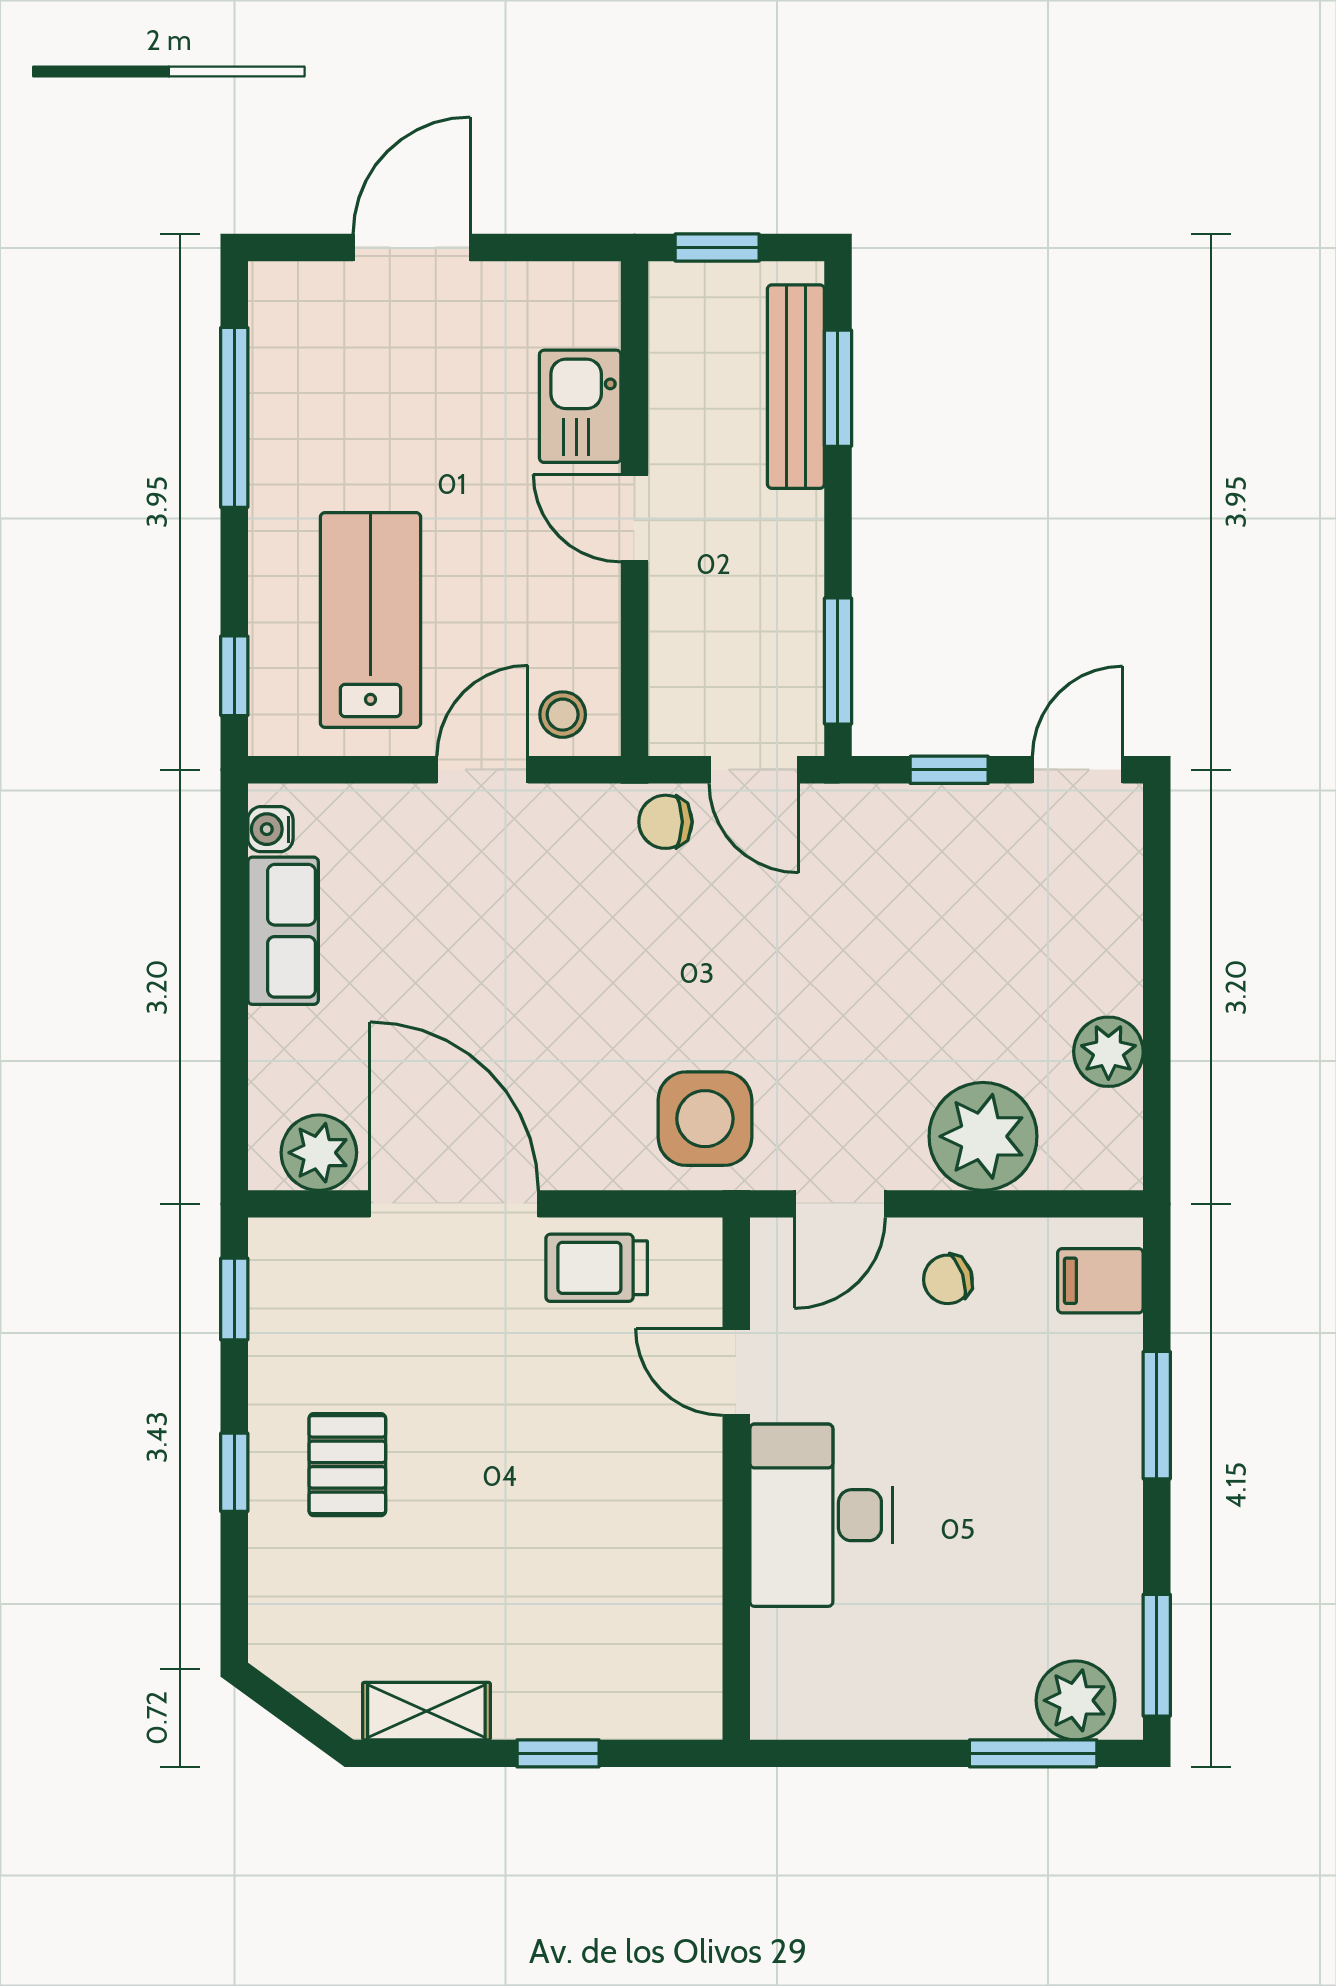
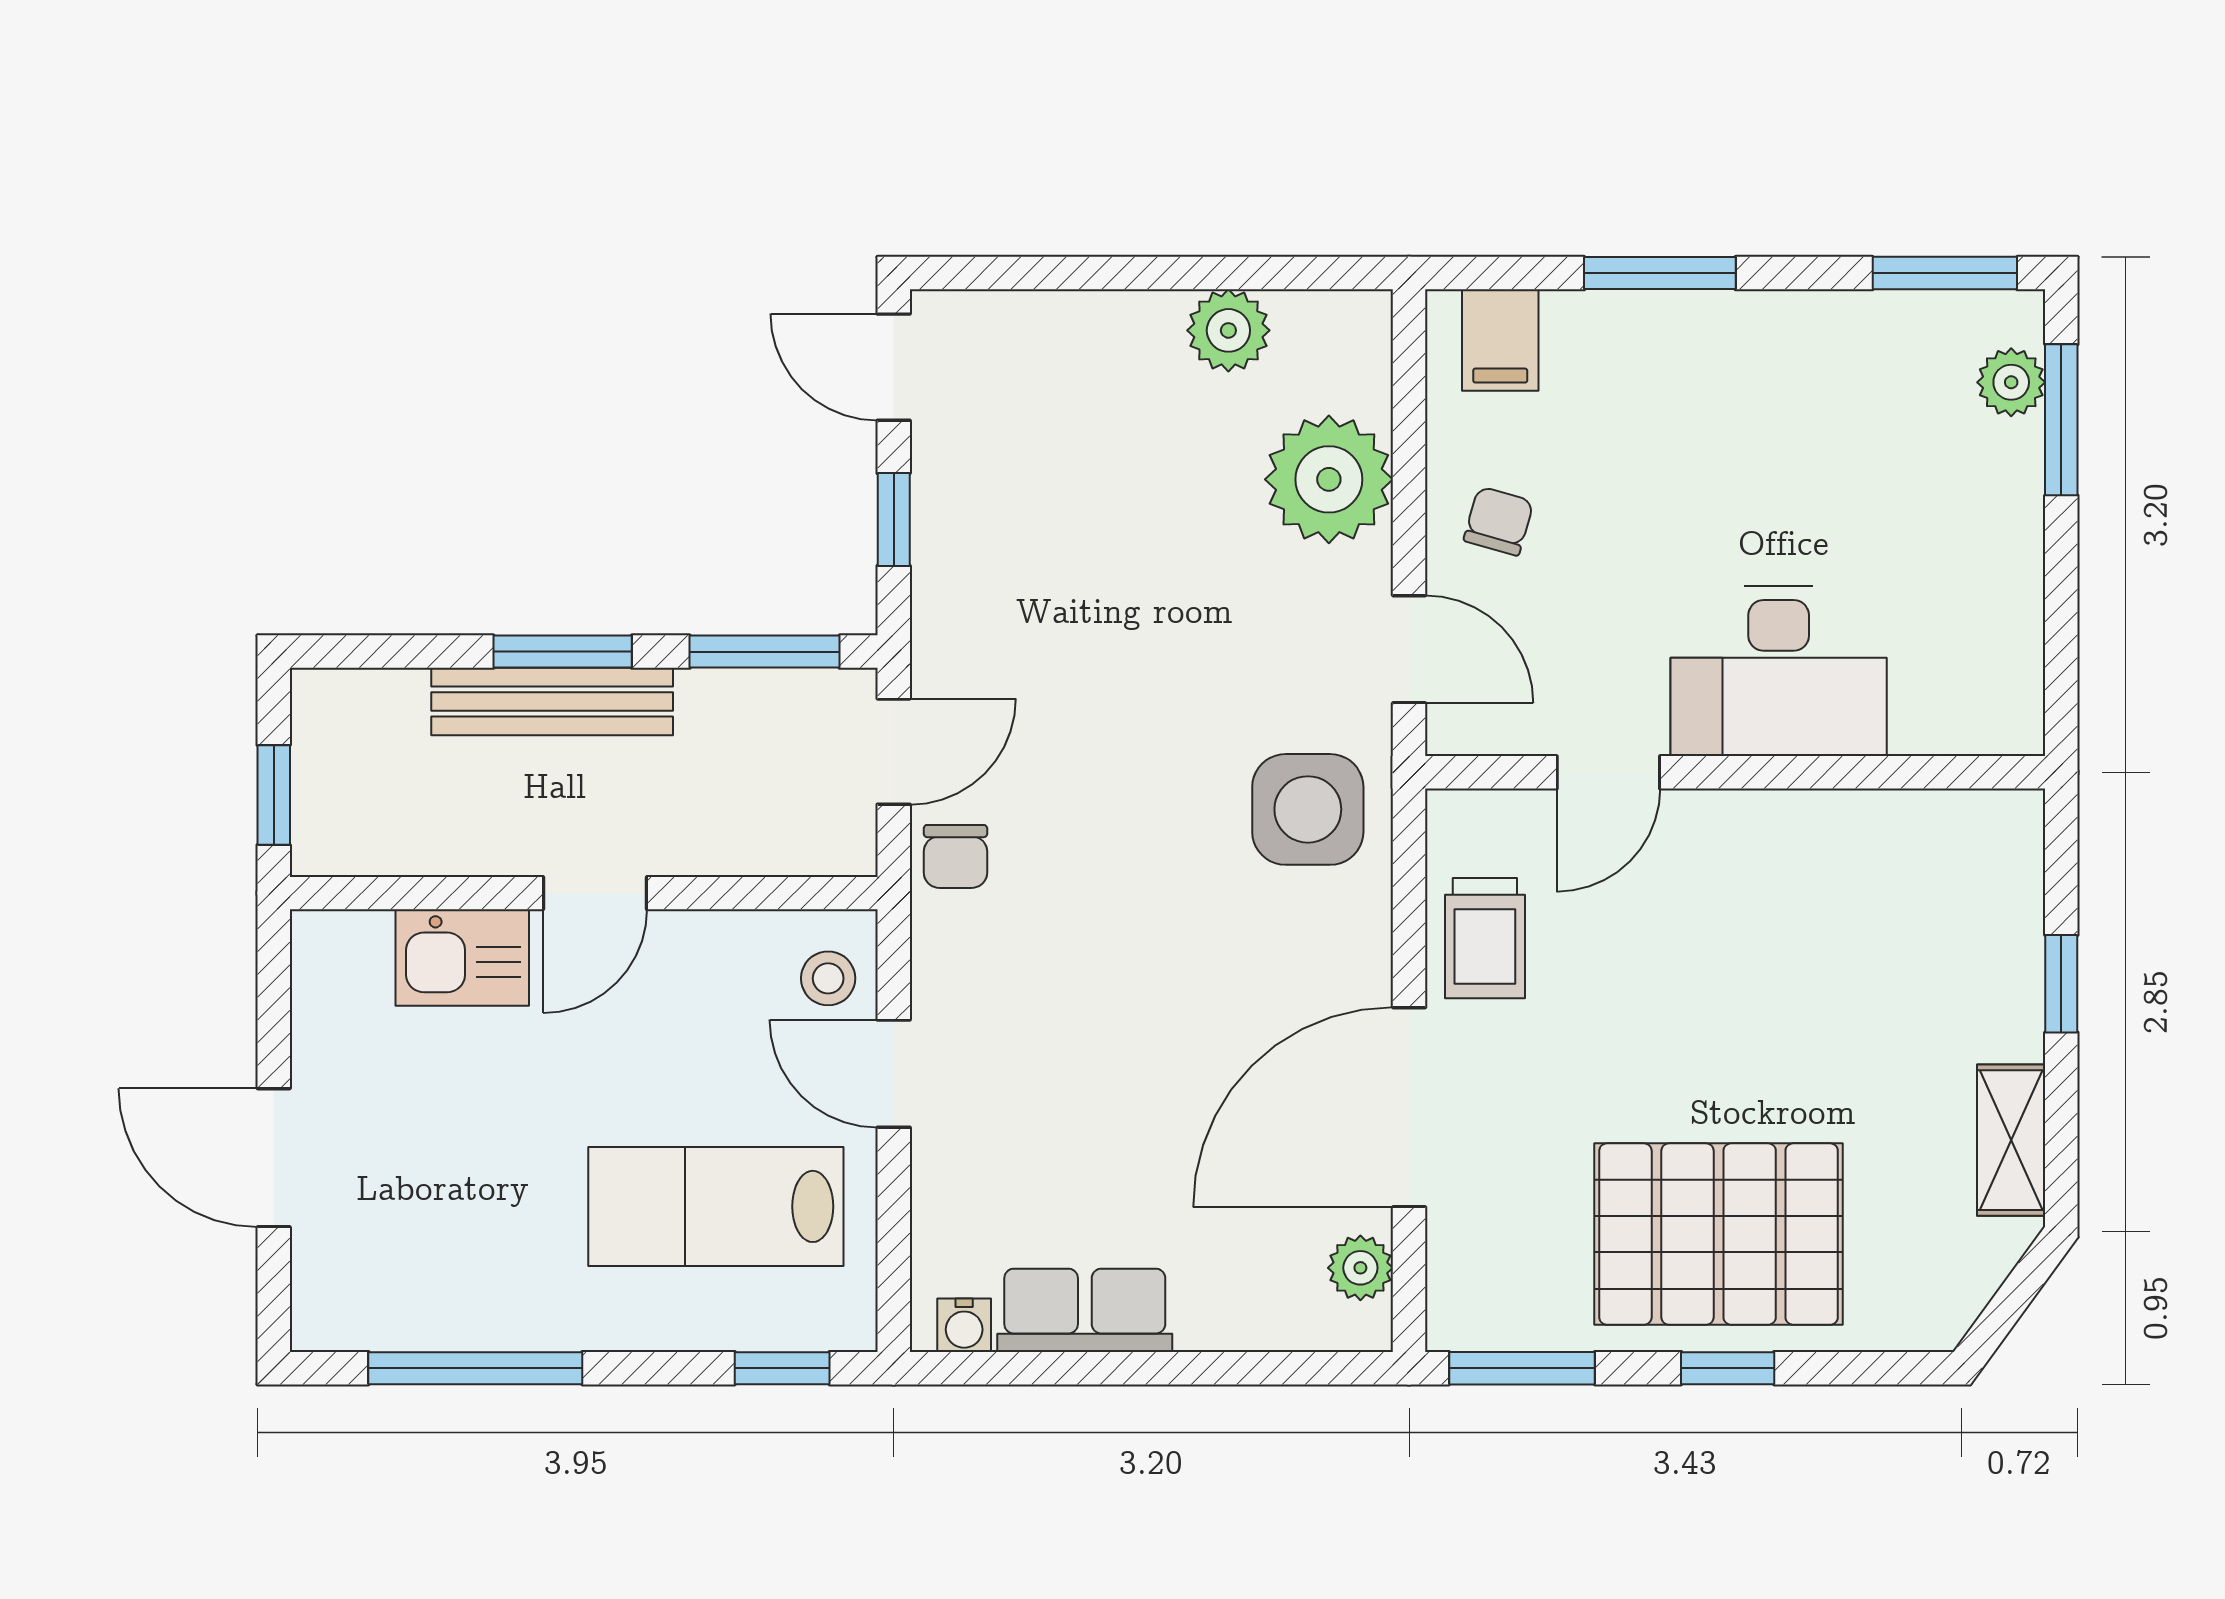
bench: (796, 387) -> (552, 701), moved
window: (838, 388) -> (563, 652), moved
plant: (319, 1153) -> (1360, 1268), width x0.73, depth x0.73
chair: (948, 1279) -> (1499, 521), turned -145
window: (234, 1299) -> (1522, 1368), width x1.50
pallet: (347, 1465) -> (1719, 1234), width x2.05, depth x2.00
plant: (1076, 1700) -> (2011, 382), width x0.73, depth x0.73

